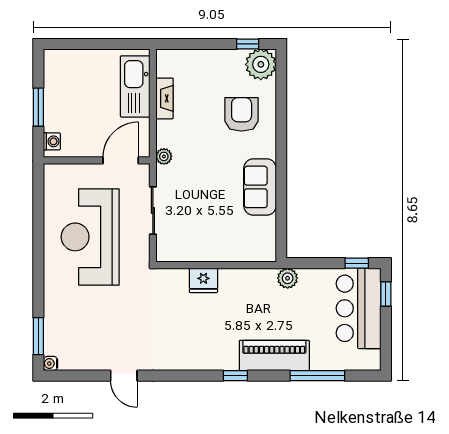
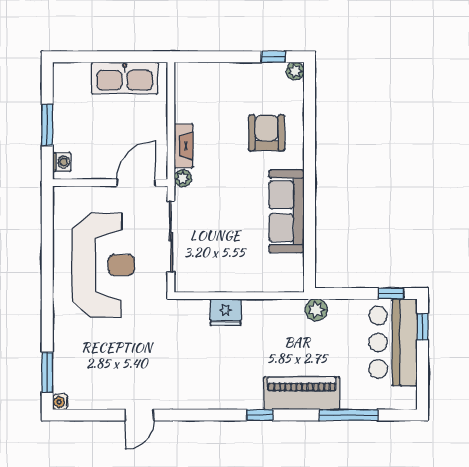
plant: (261, 64) -> (295, 71), width x0.53, depth x0.53
kitchen sink: (135, 86) -> (125, 78), moved, turned -90
fireplace: (165, 98) -> (183, 146), moved
sofa: (260, 187) -> (287, 211), width x1.36
sliding door: (153, 210) -> (171, 237), width x1.37
reception desk: (90, 237) -> (103, 265), turned 180
door: (124, 376) -> (139, 415), hinge flipped

